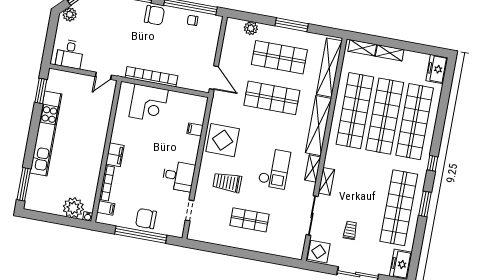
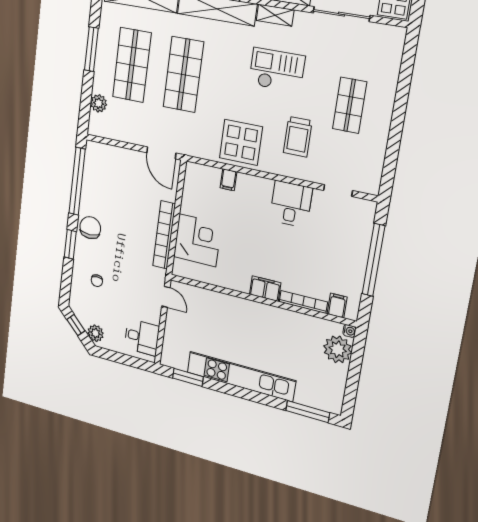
chair: (193, 20) -> (97, 281), moved
door: (214, 78) -> (161, 153), swing flipped
chair: (146, 219) -> (351, 252), removed

